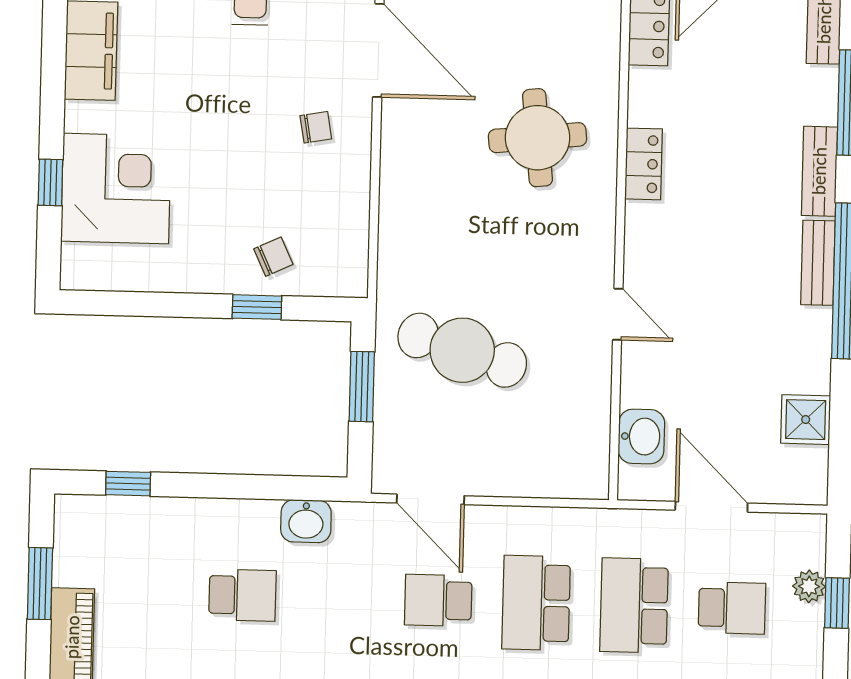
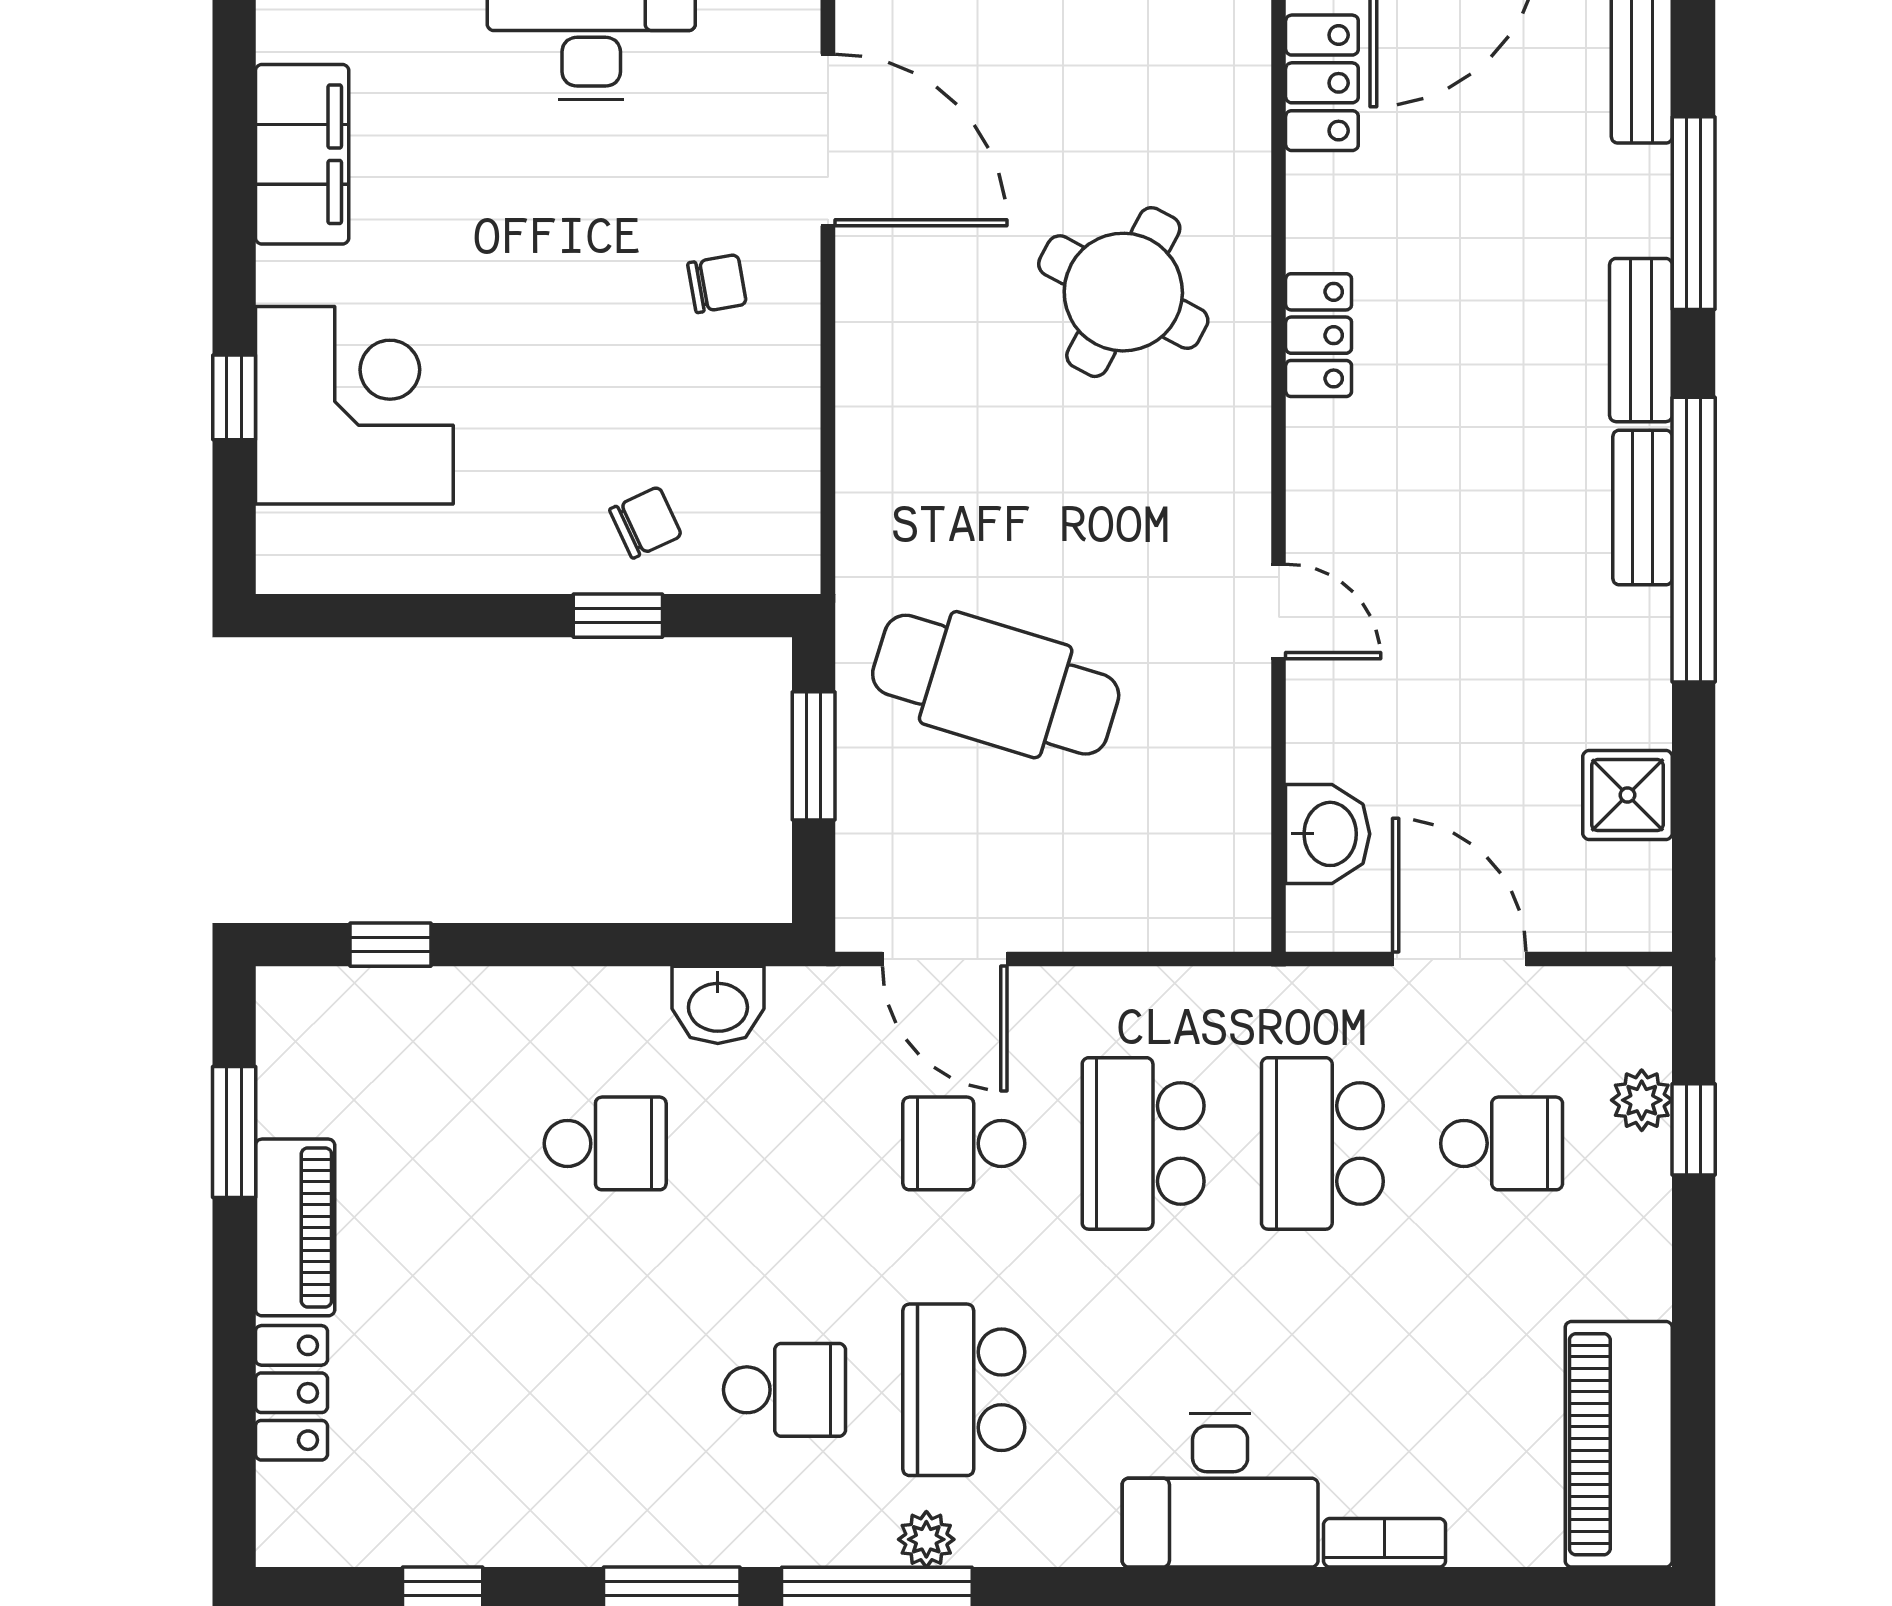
round table: (538, 138) -> (1123, 292), turned 34

